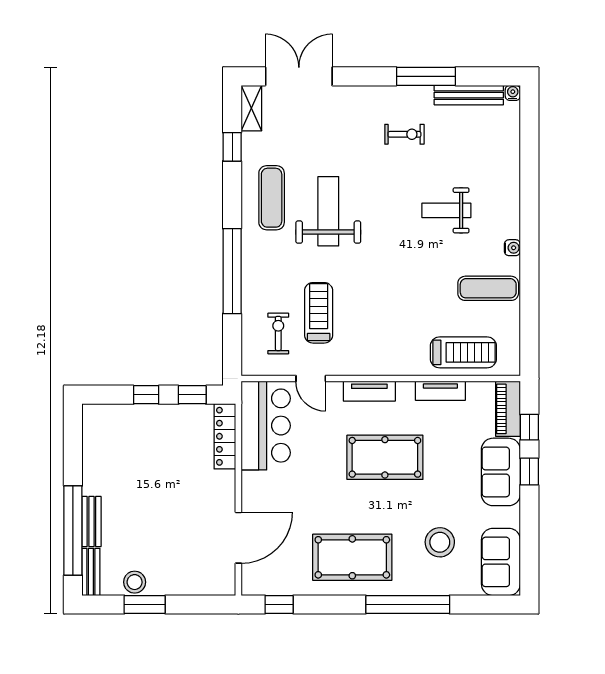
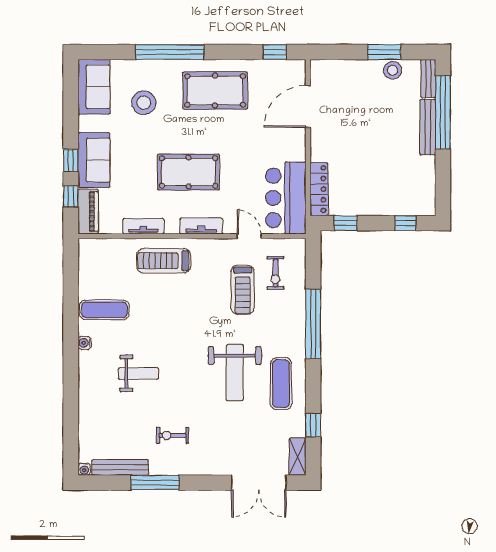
treadmill: (463, 352) -> (164, 261), moved
window: (146, 395) -> (405, 223), moved
bench: (91, 521) -> (428, 127), width x1.36

